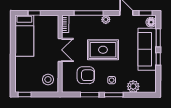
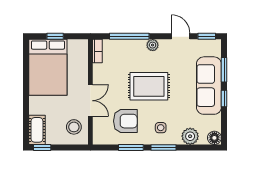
floor lamp: (151, 22) -> (214, 138), moved
bed: (24, 36) -> (48, 67), width x1.50
double door: (60, 50) -> (90, 101), moved
cot: (21, 82) -> (37, 130), added

